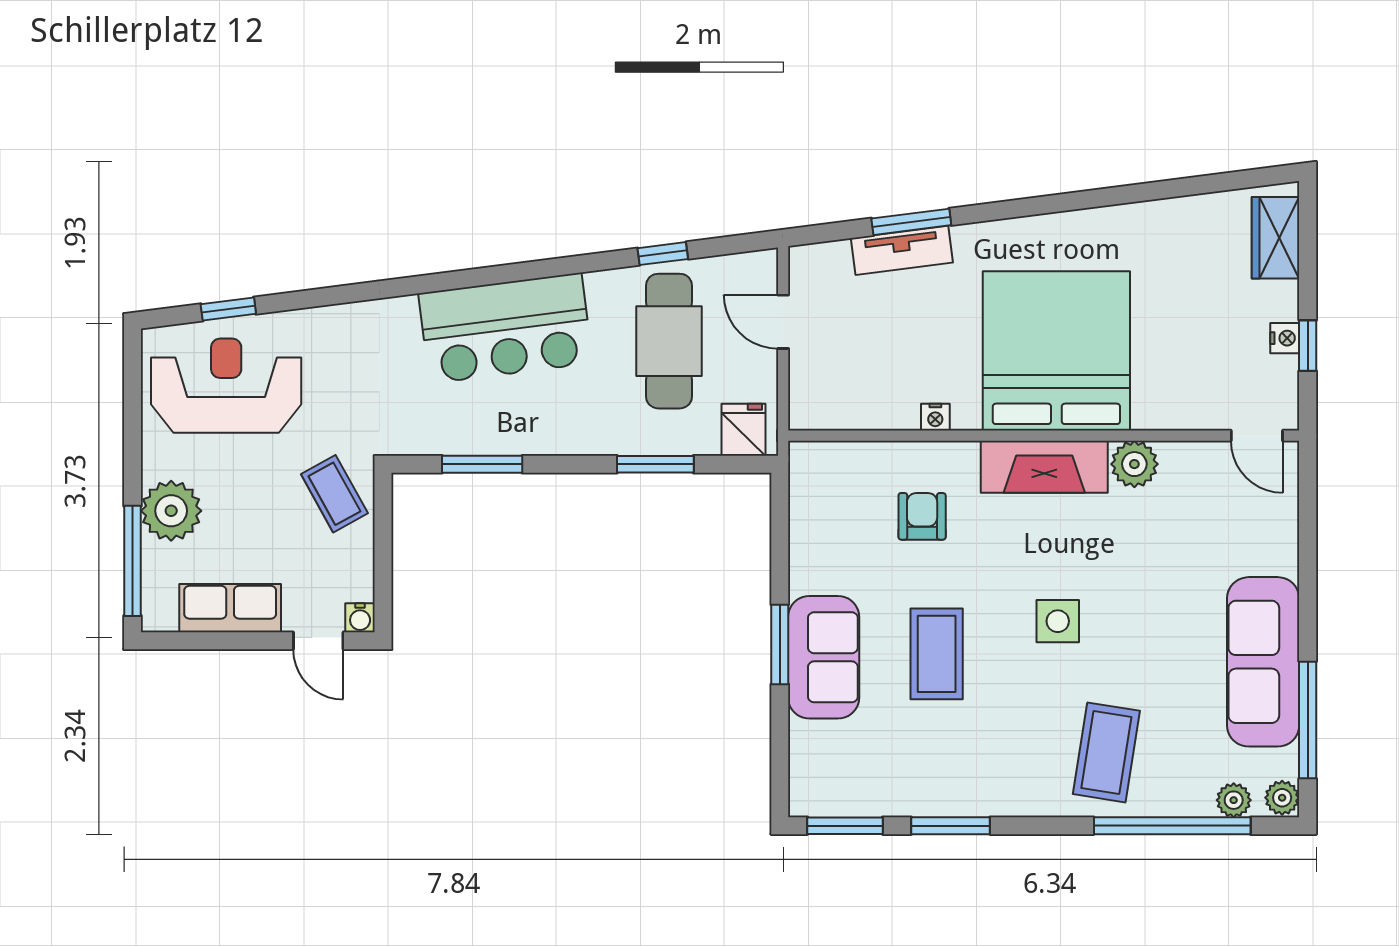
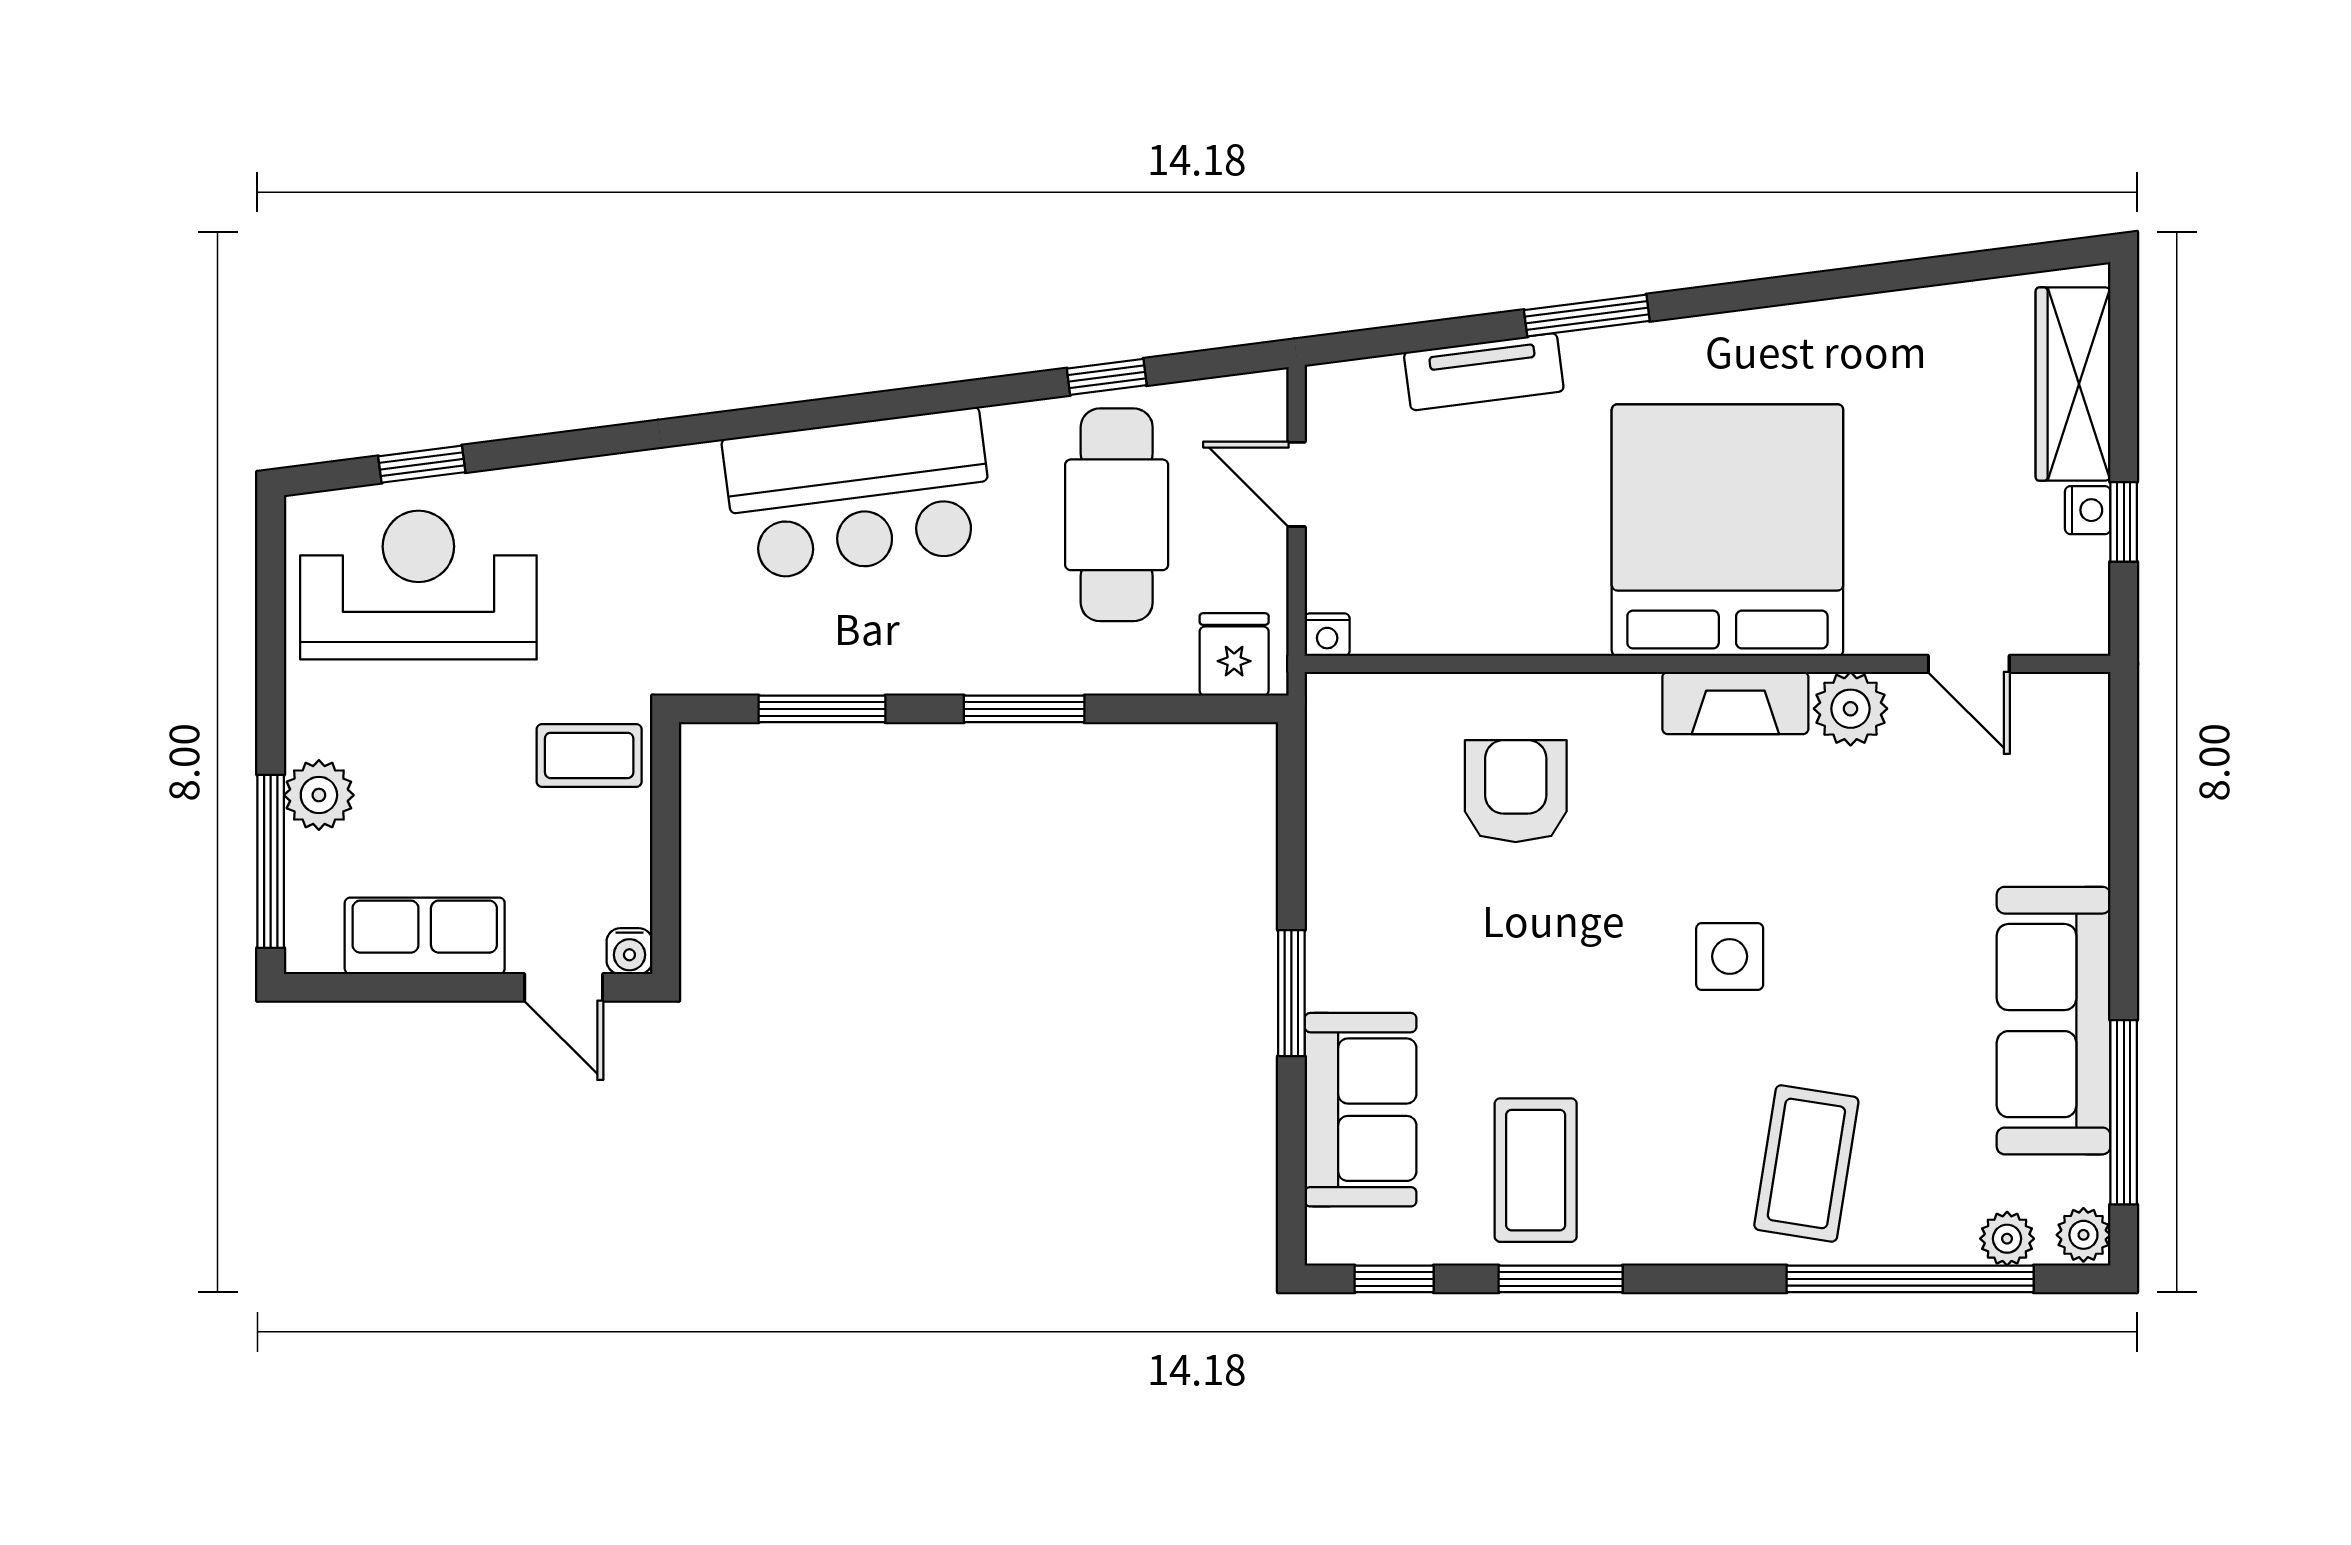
window: (911, 222) -> (1587, 316), moved
wardrobe: (1276, 238) -> (2073, 384), width x1.50
nightstand: (935, 417) -> (1327, 635), moved
door: (1257, 436) -> (1969, 664), moved
window: (655, 464) -> (1024, 709), moved
fireplace: (1044, 467) -> (1735, 703), width x0.73, depth x0.76
coffee table: (334, 494) -> (589, 755), turned -61
plant: (171, 511) -> (319, 795), width x0.73, depth x0.73
armchair: (922, 516) -> (1516, 791), width x1.38, depth x1.38
coffee table: (937, 654) -> (1536, 1170), moved
sofa: (824, 657) -> (1361, 1110), moved
window: (845, 826) -> (1394, 1279), width x0.67

